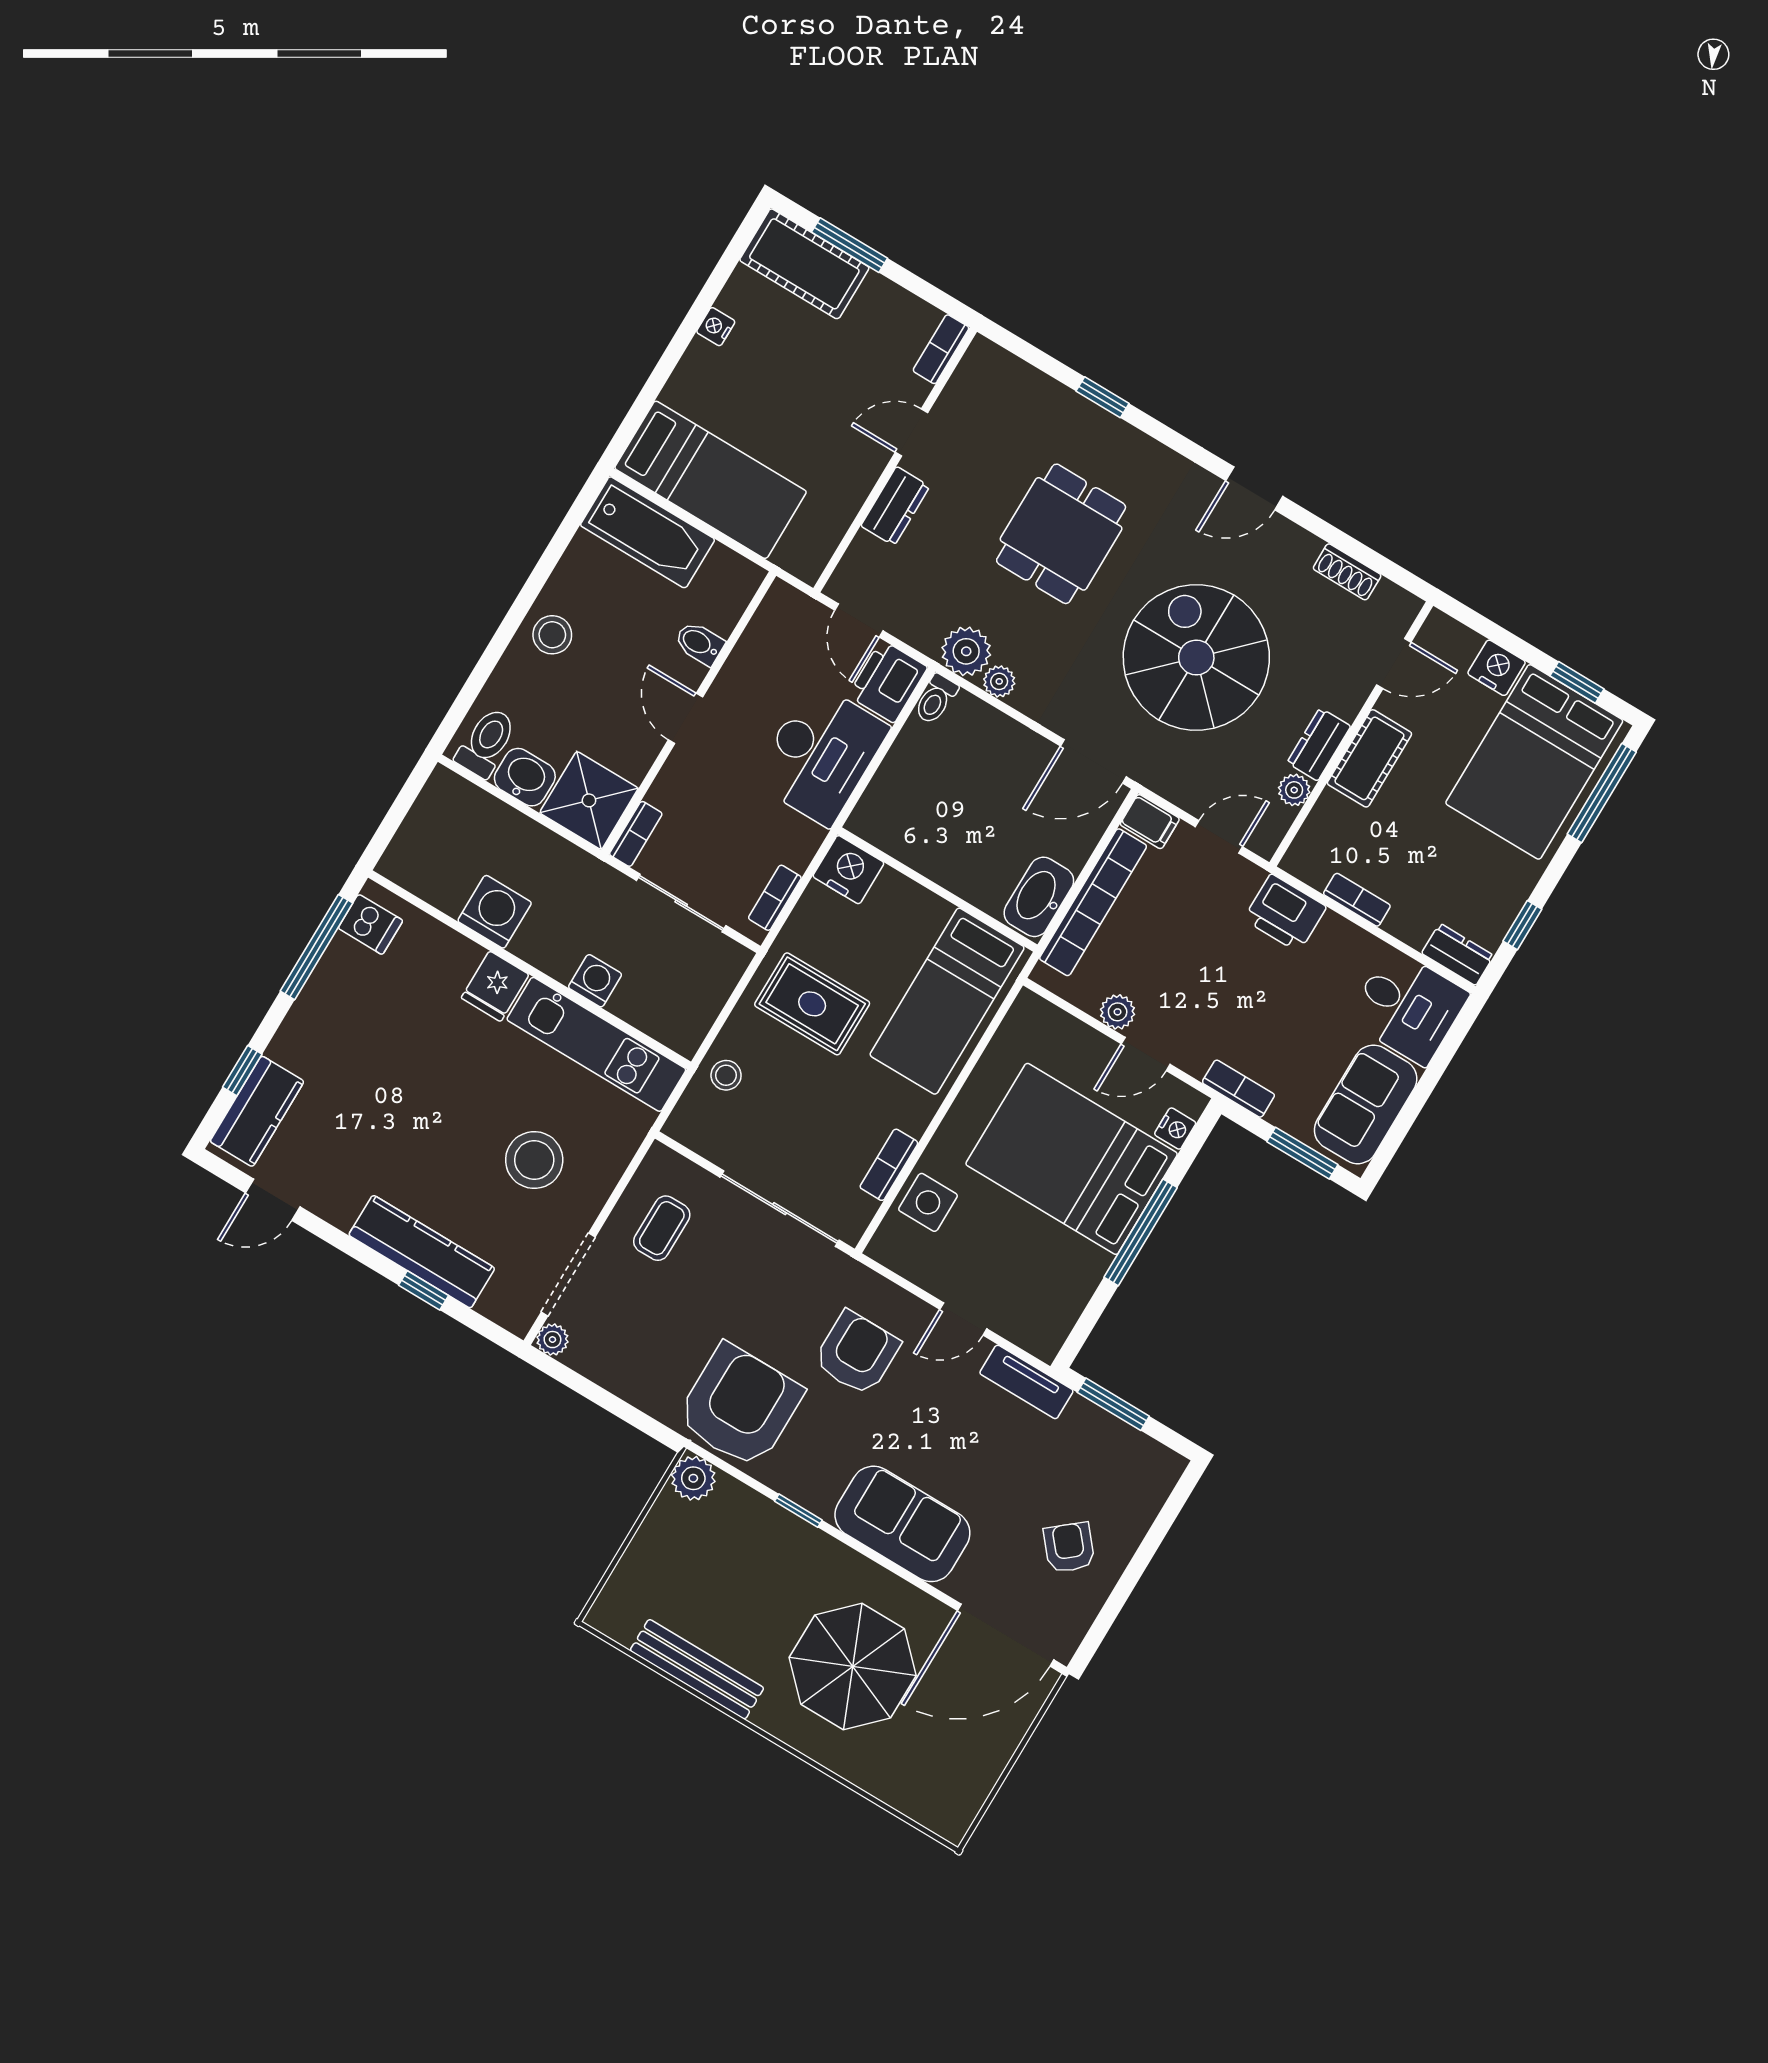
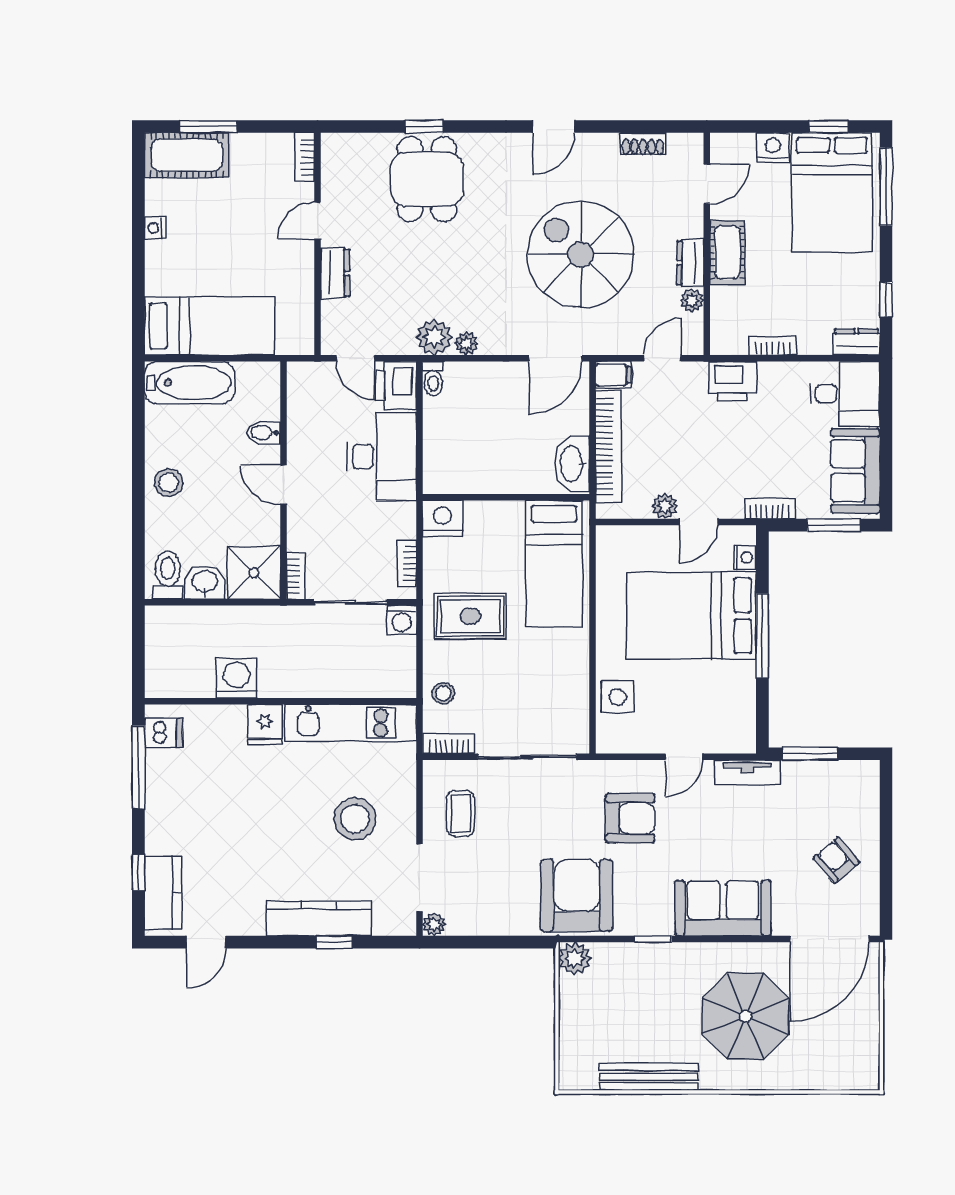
dining table: (1061, 534) -> (427, 179), moved
washing machine: (595, 981) -> (402, 620), moved, turned 180
bookcase: (889, 1165) -> (449, 744), moved, turned 90
armchair: (857, 1353) -> (630, 818), turned 90

